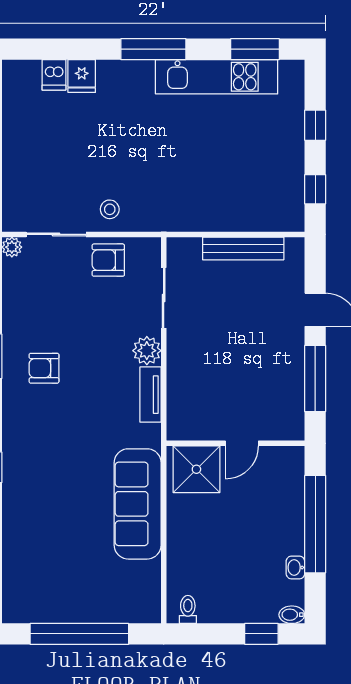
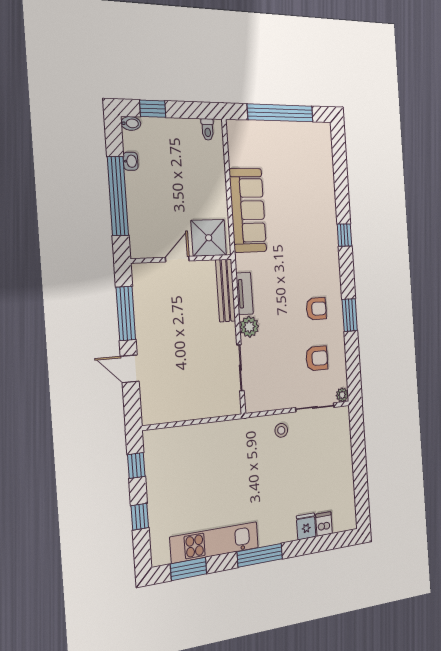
bench: (243, 248) -> (225, 290), moved, turned 90
armchair: (108, 260) -> (317, 358), moved

